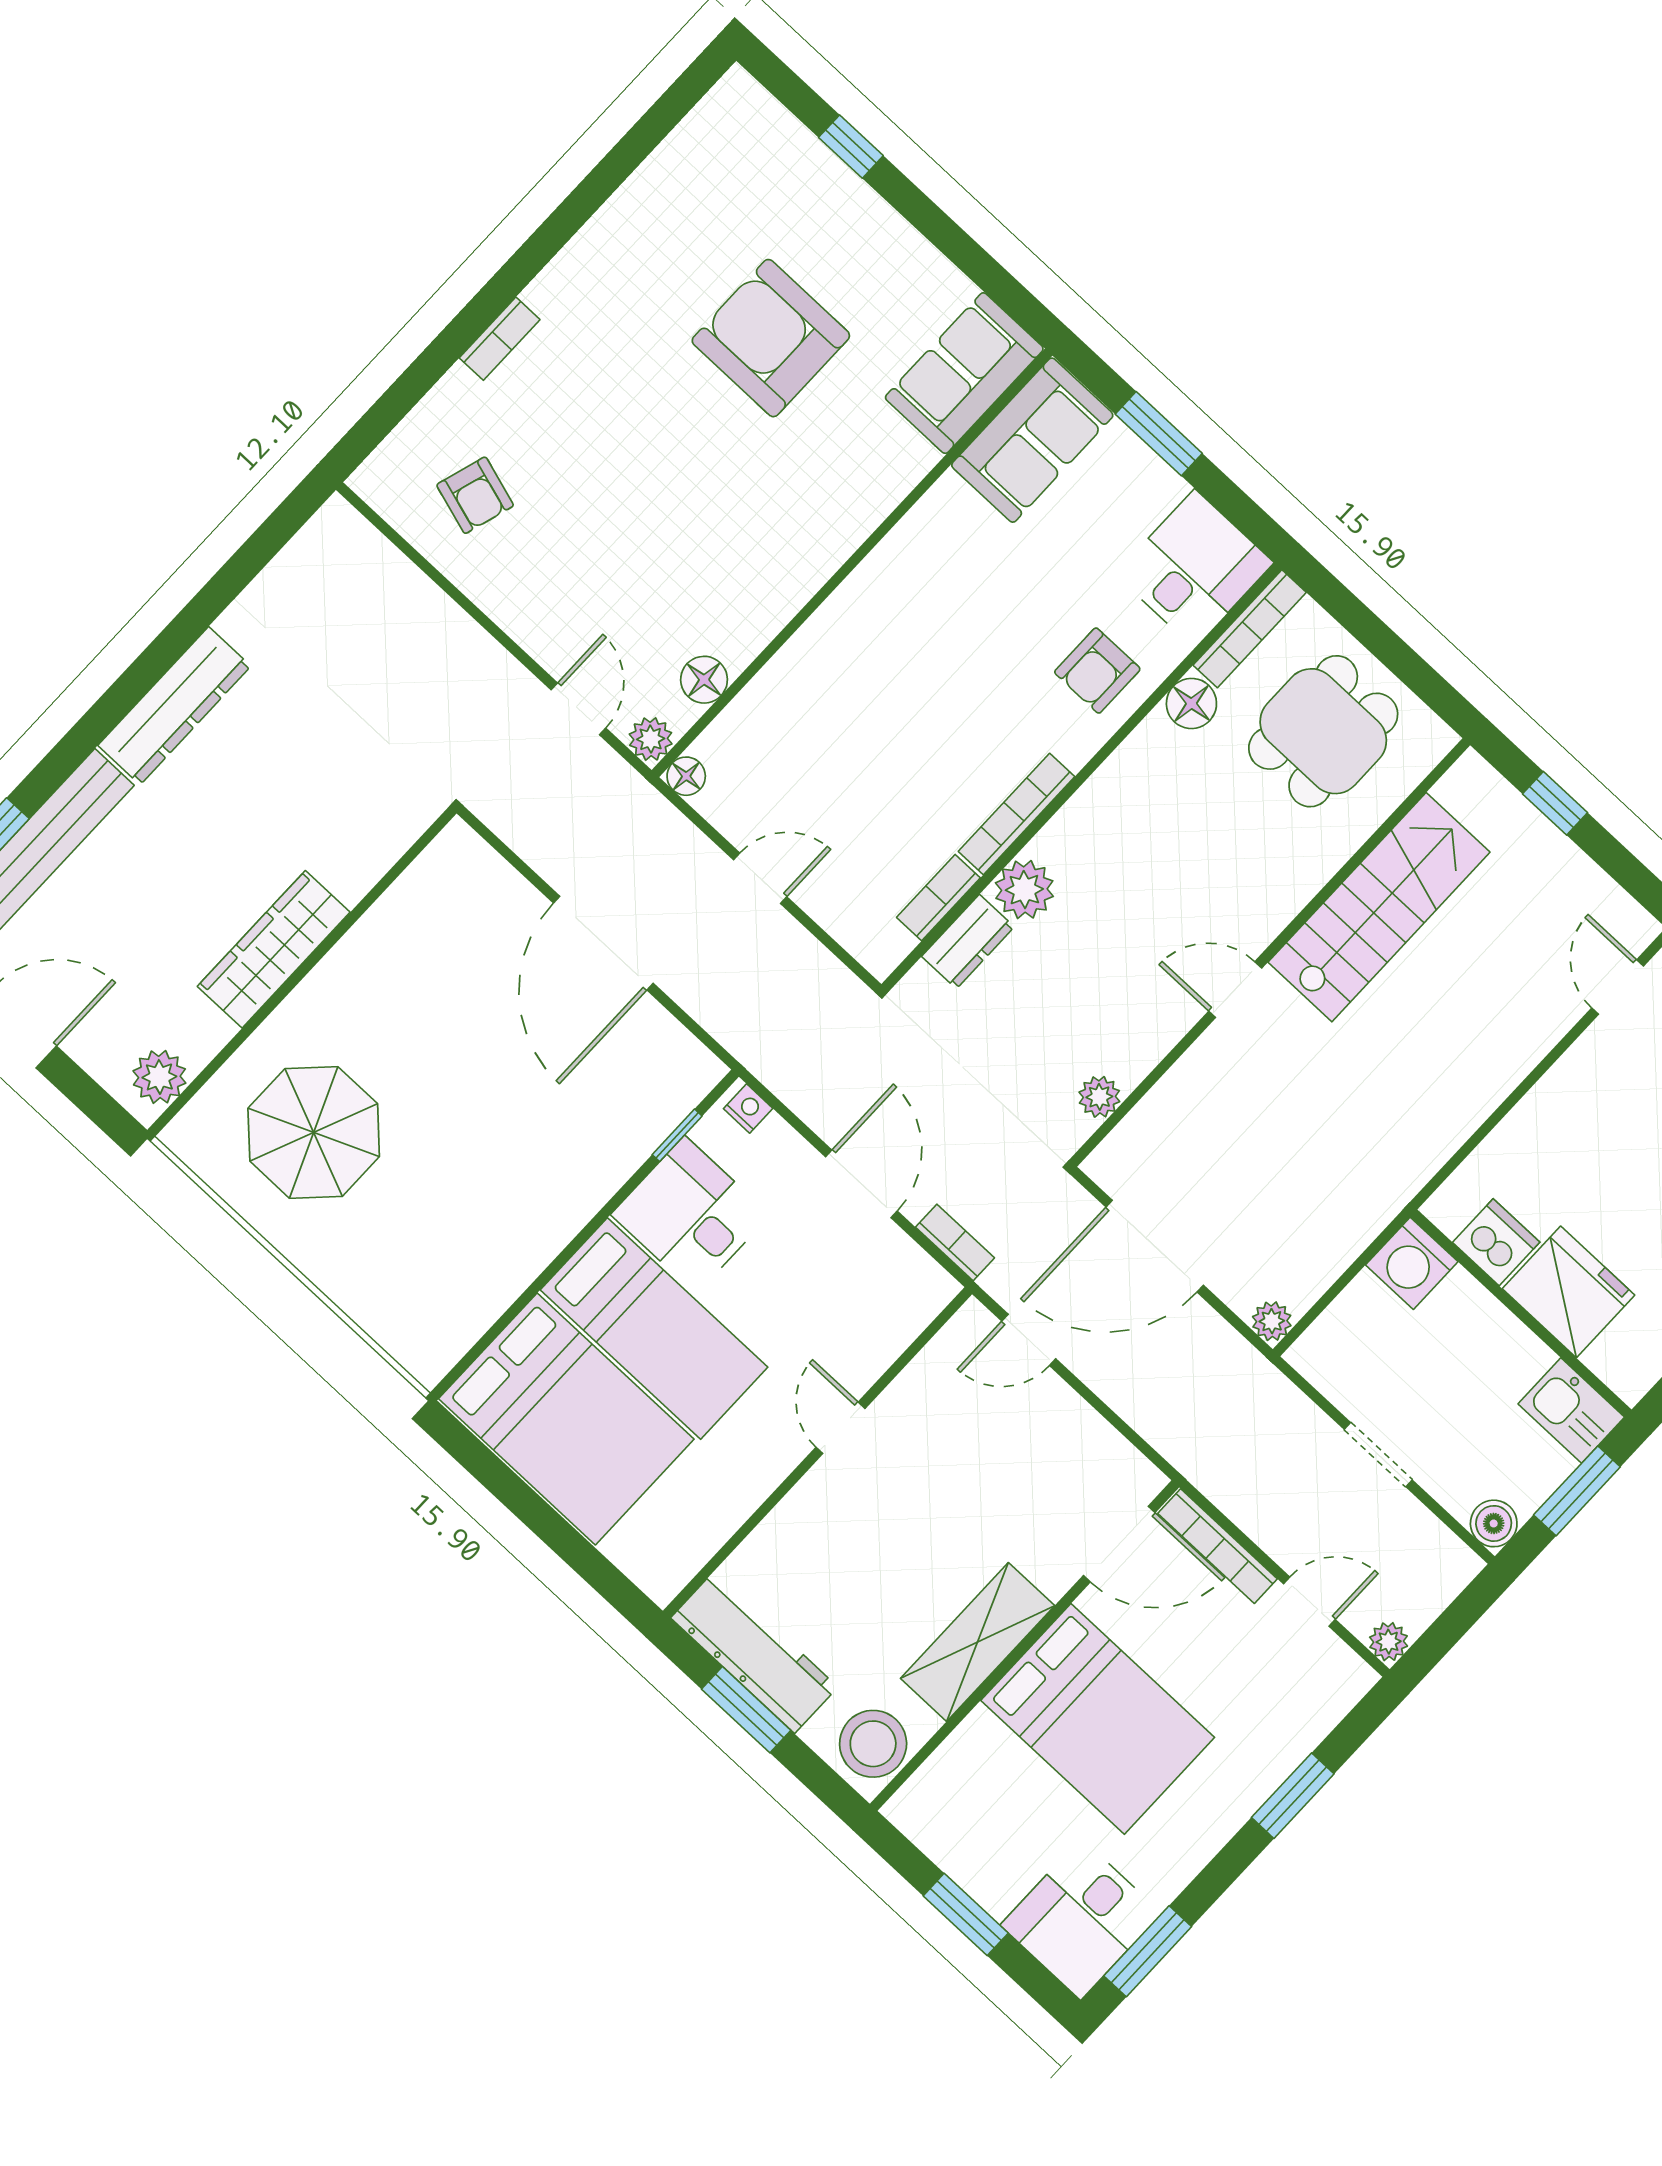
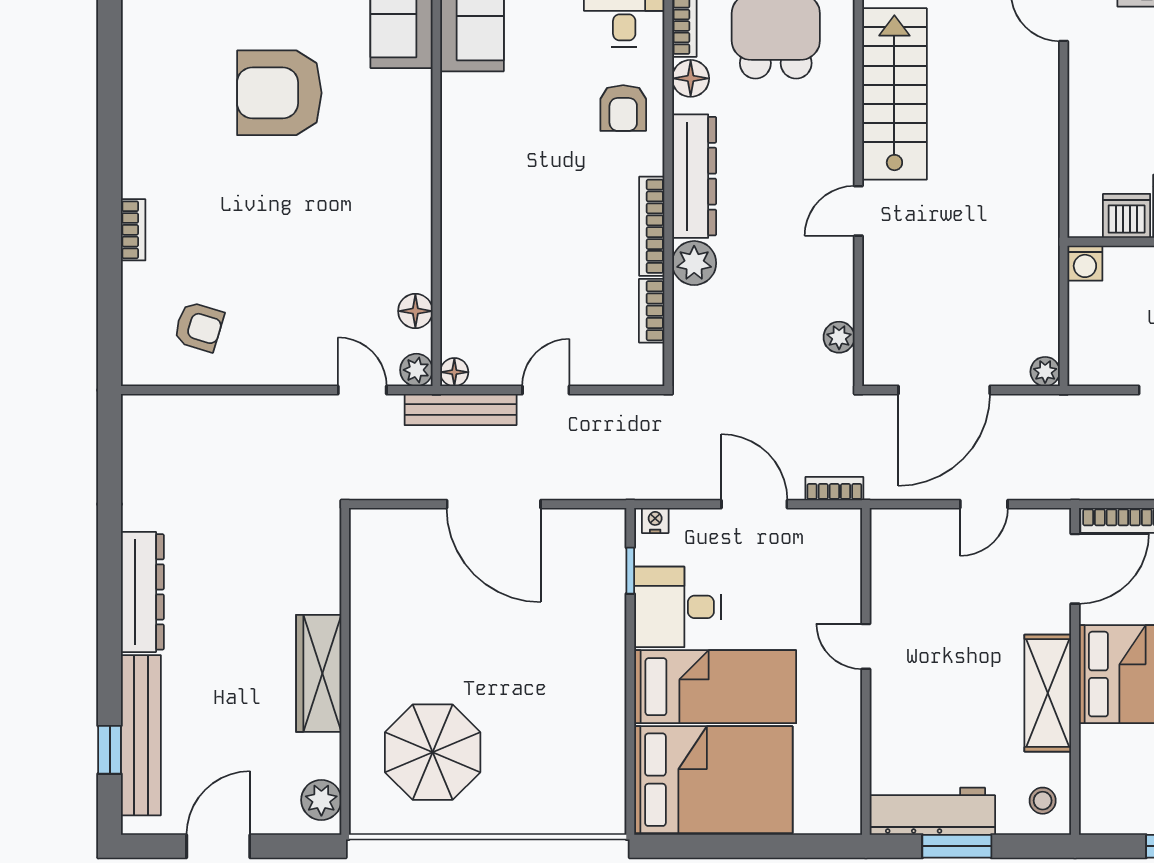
bench: (658, 819) -> (461, 410), added
dresser: (968, 942) -> (694, 176), moved, width x1.96, depth x1.24
washing machine: (1412, 1263) -> (1085, 263), width x0.73, depth x0.73
door: (1029, 1340) -> (984, 504), moved
stool: (873, 1744) -> (1043, 801), width x0.53, depth x0.53

